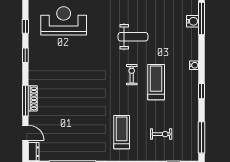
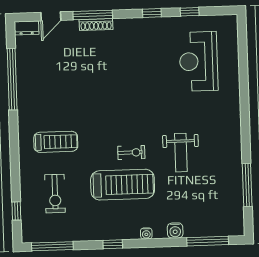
reception desk: (64, 21) -> (199, 61), turned 180
water cooler: (193, 21) -> (175, 231), moved
treadmill: (156, 82) -> (123, 185), width x1.37, depth x1.38
exercise bike: (161, 134) -> (55, 194), width x1.38, depth x1.39

